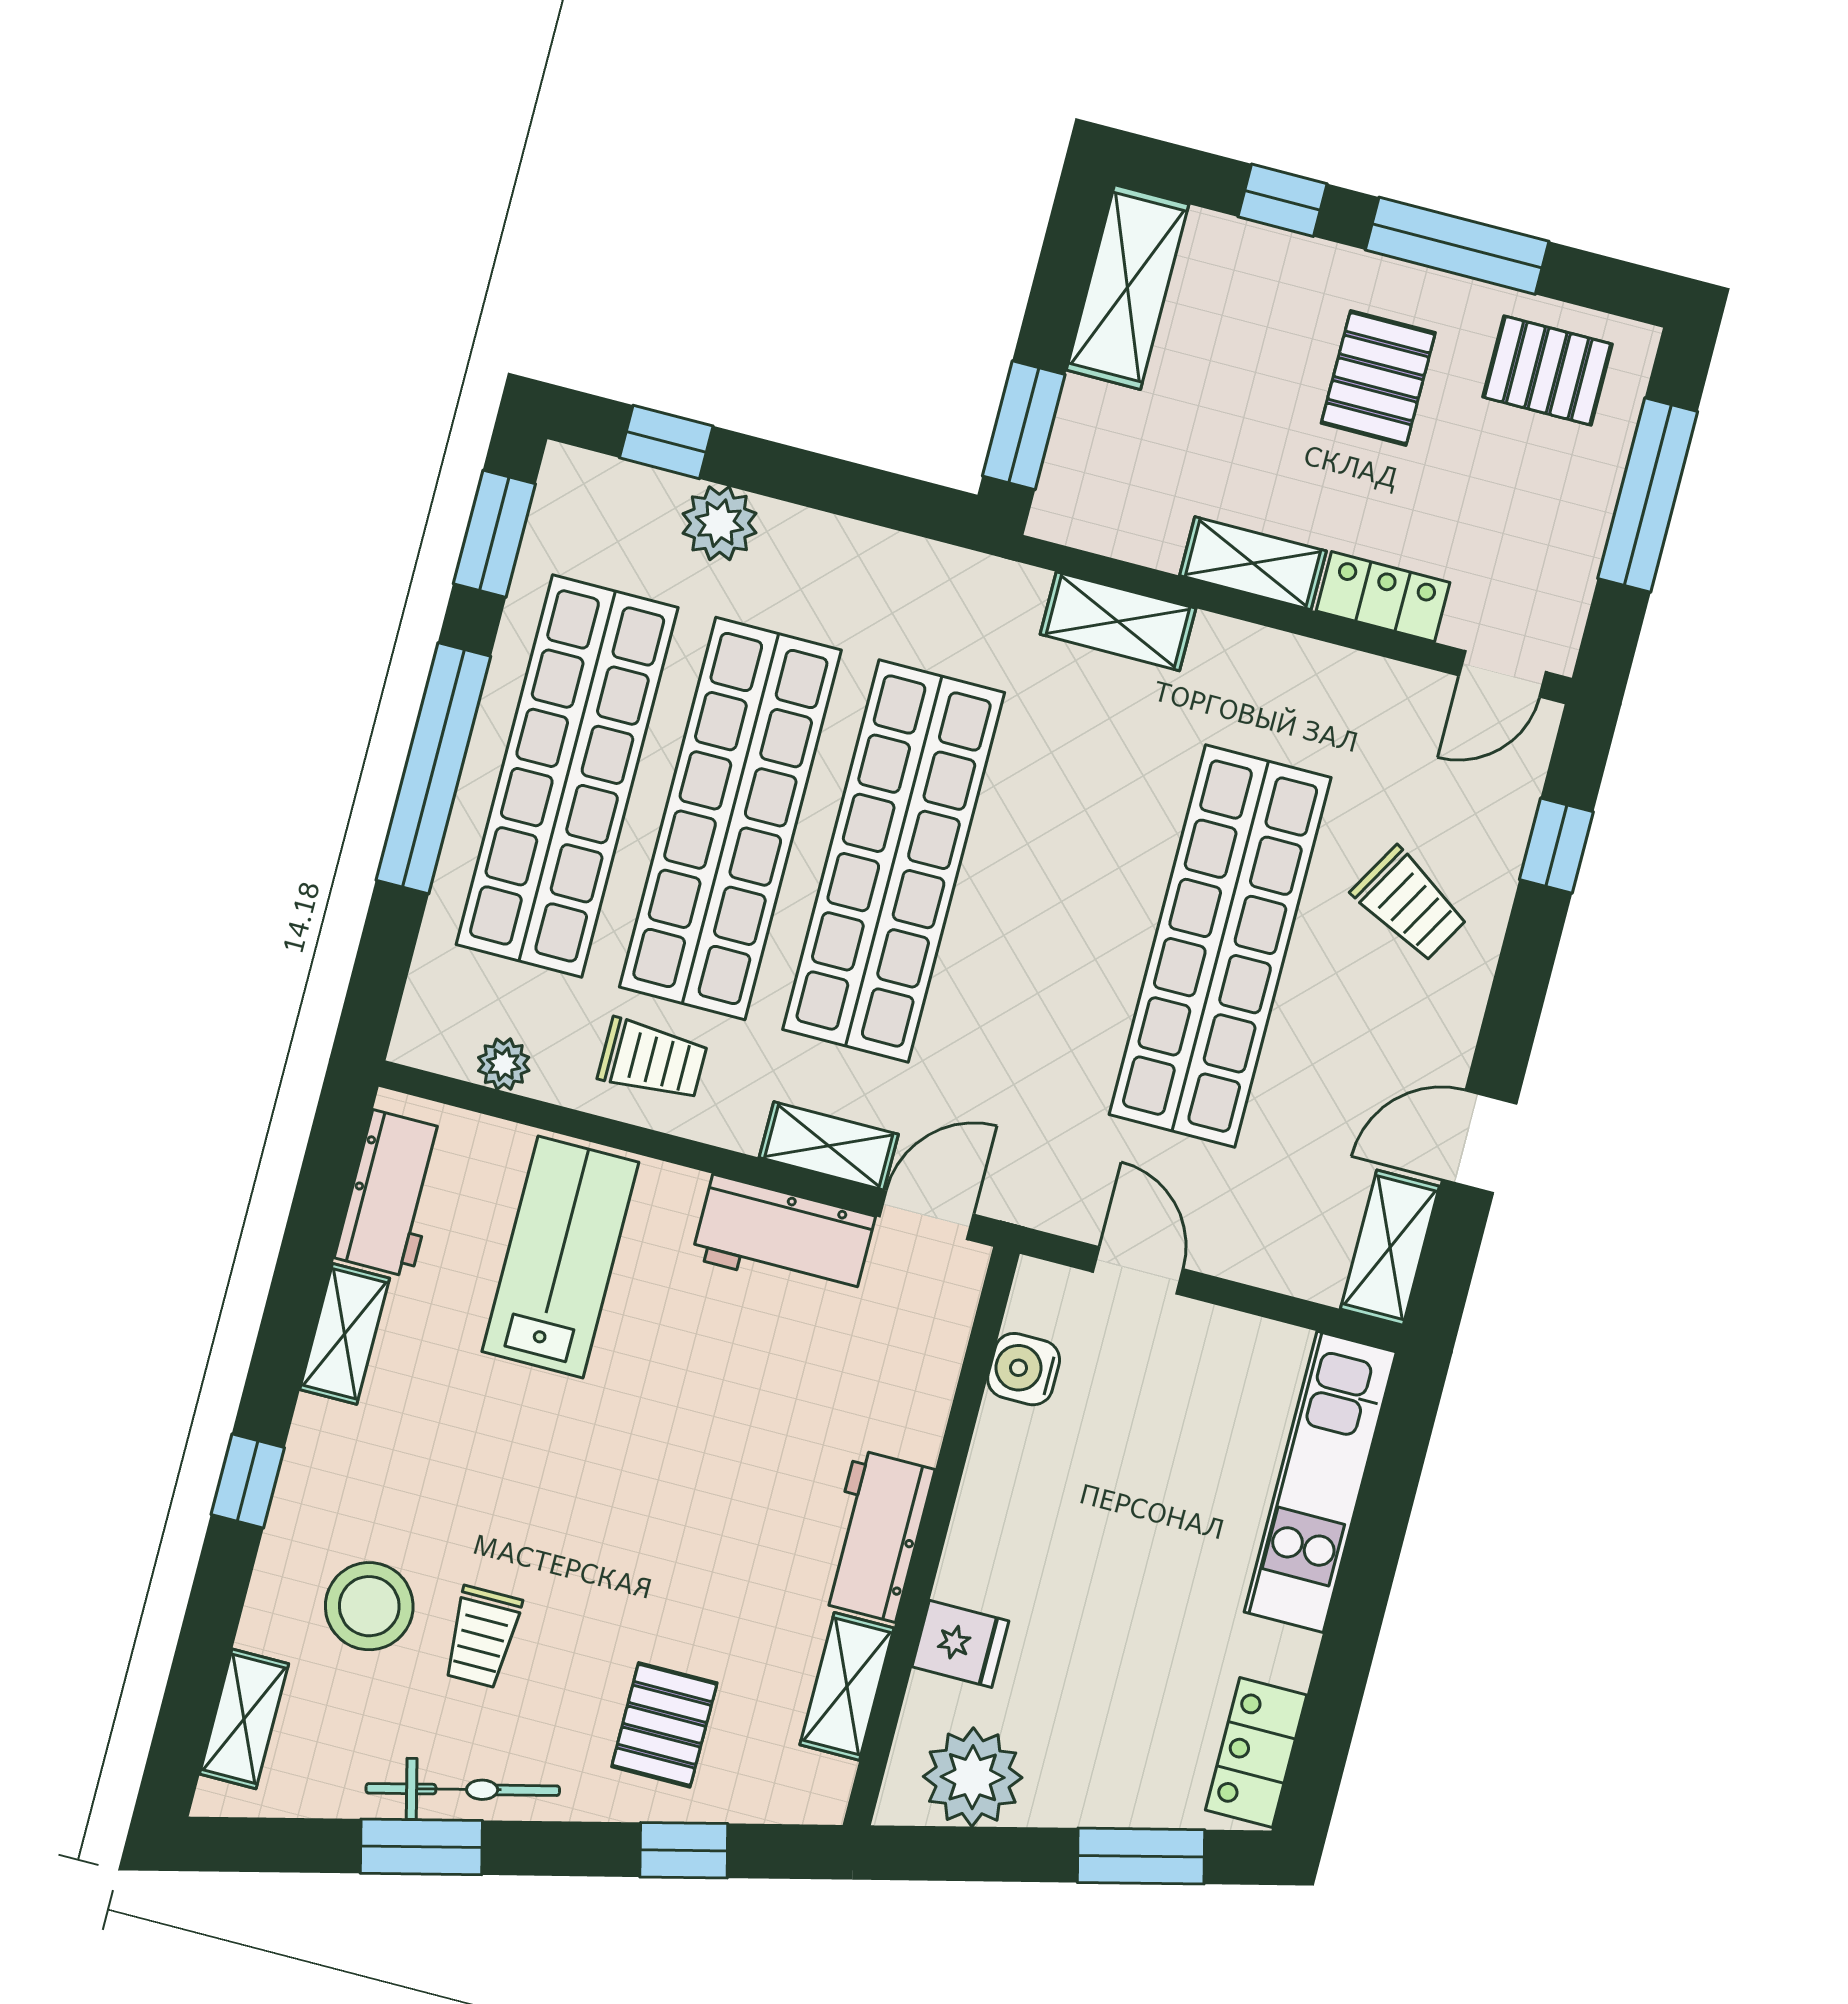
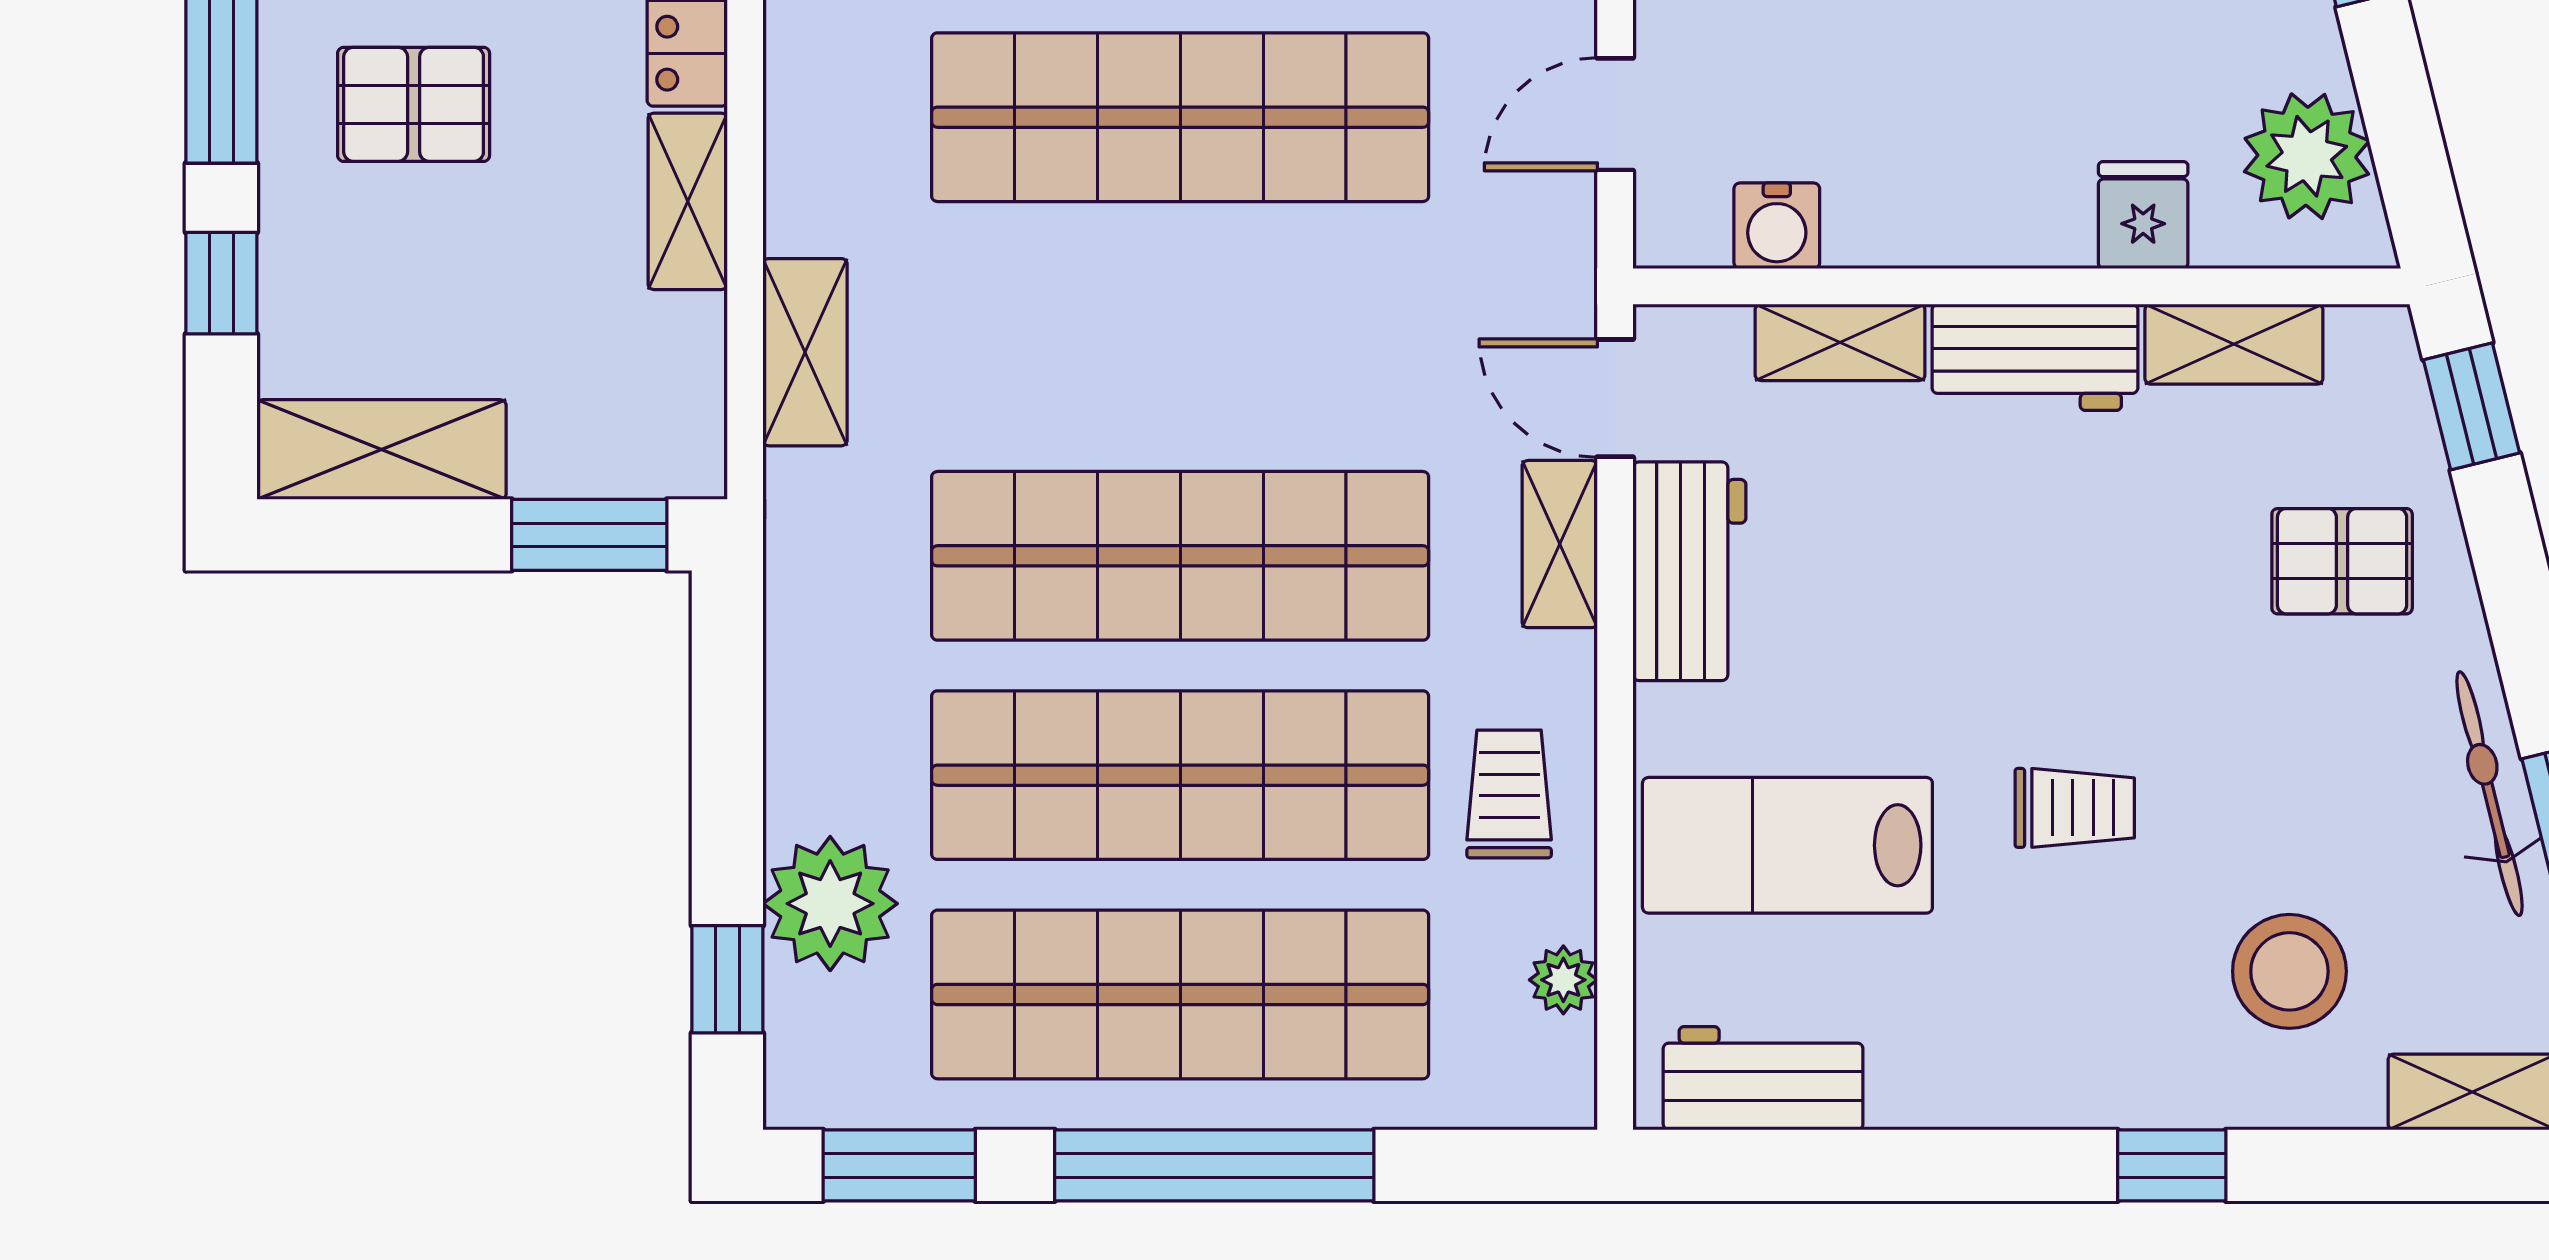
plant: (719, 523) -> (830, 904), width x1.36, depth x1.36
shelving: (345, 1334) -> (1840, 342), moved
trolley: (482, 1637) -> (2075, 808), moved
window: (684, 1850) -> (2471, 406), moved

